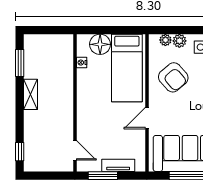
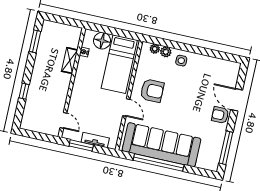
armchair: (173, 77) -> (152, 91), moved, turned -49
shelving: (31, 94) -> (70, 61), moved
door: (147, 118) -> (126, 108), swing flipped
window: (20, 152) -> (24, 91), moved

